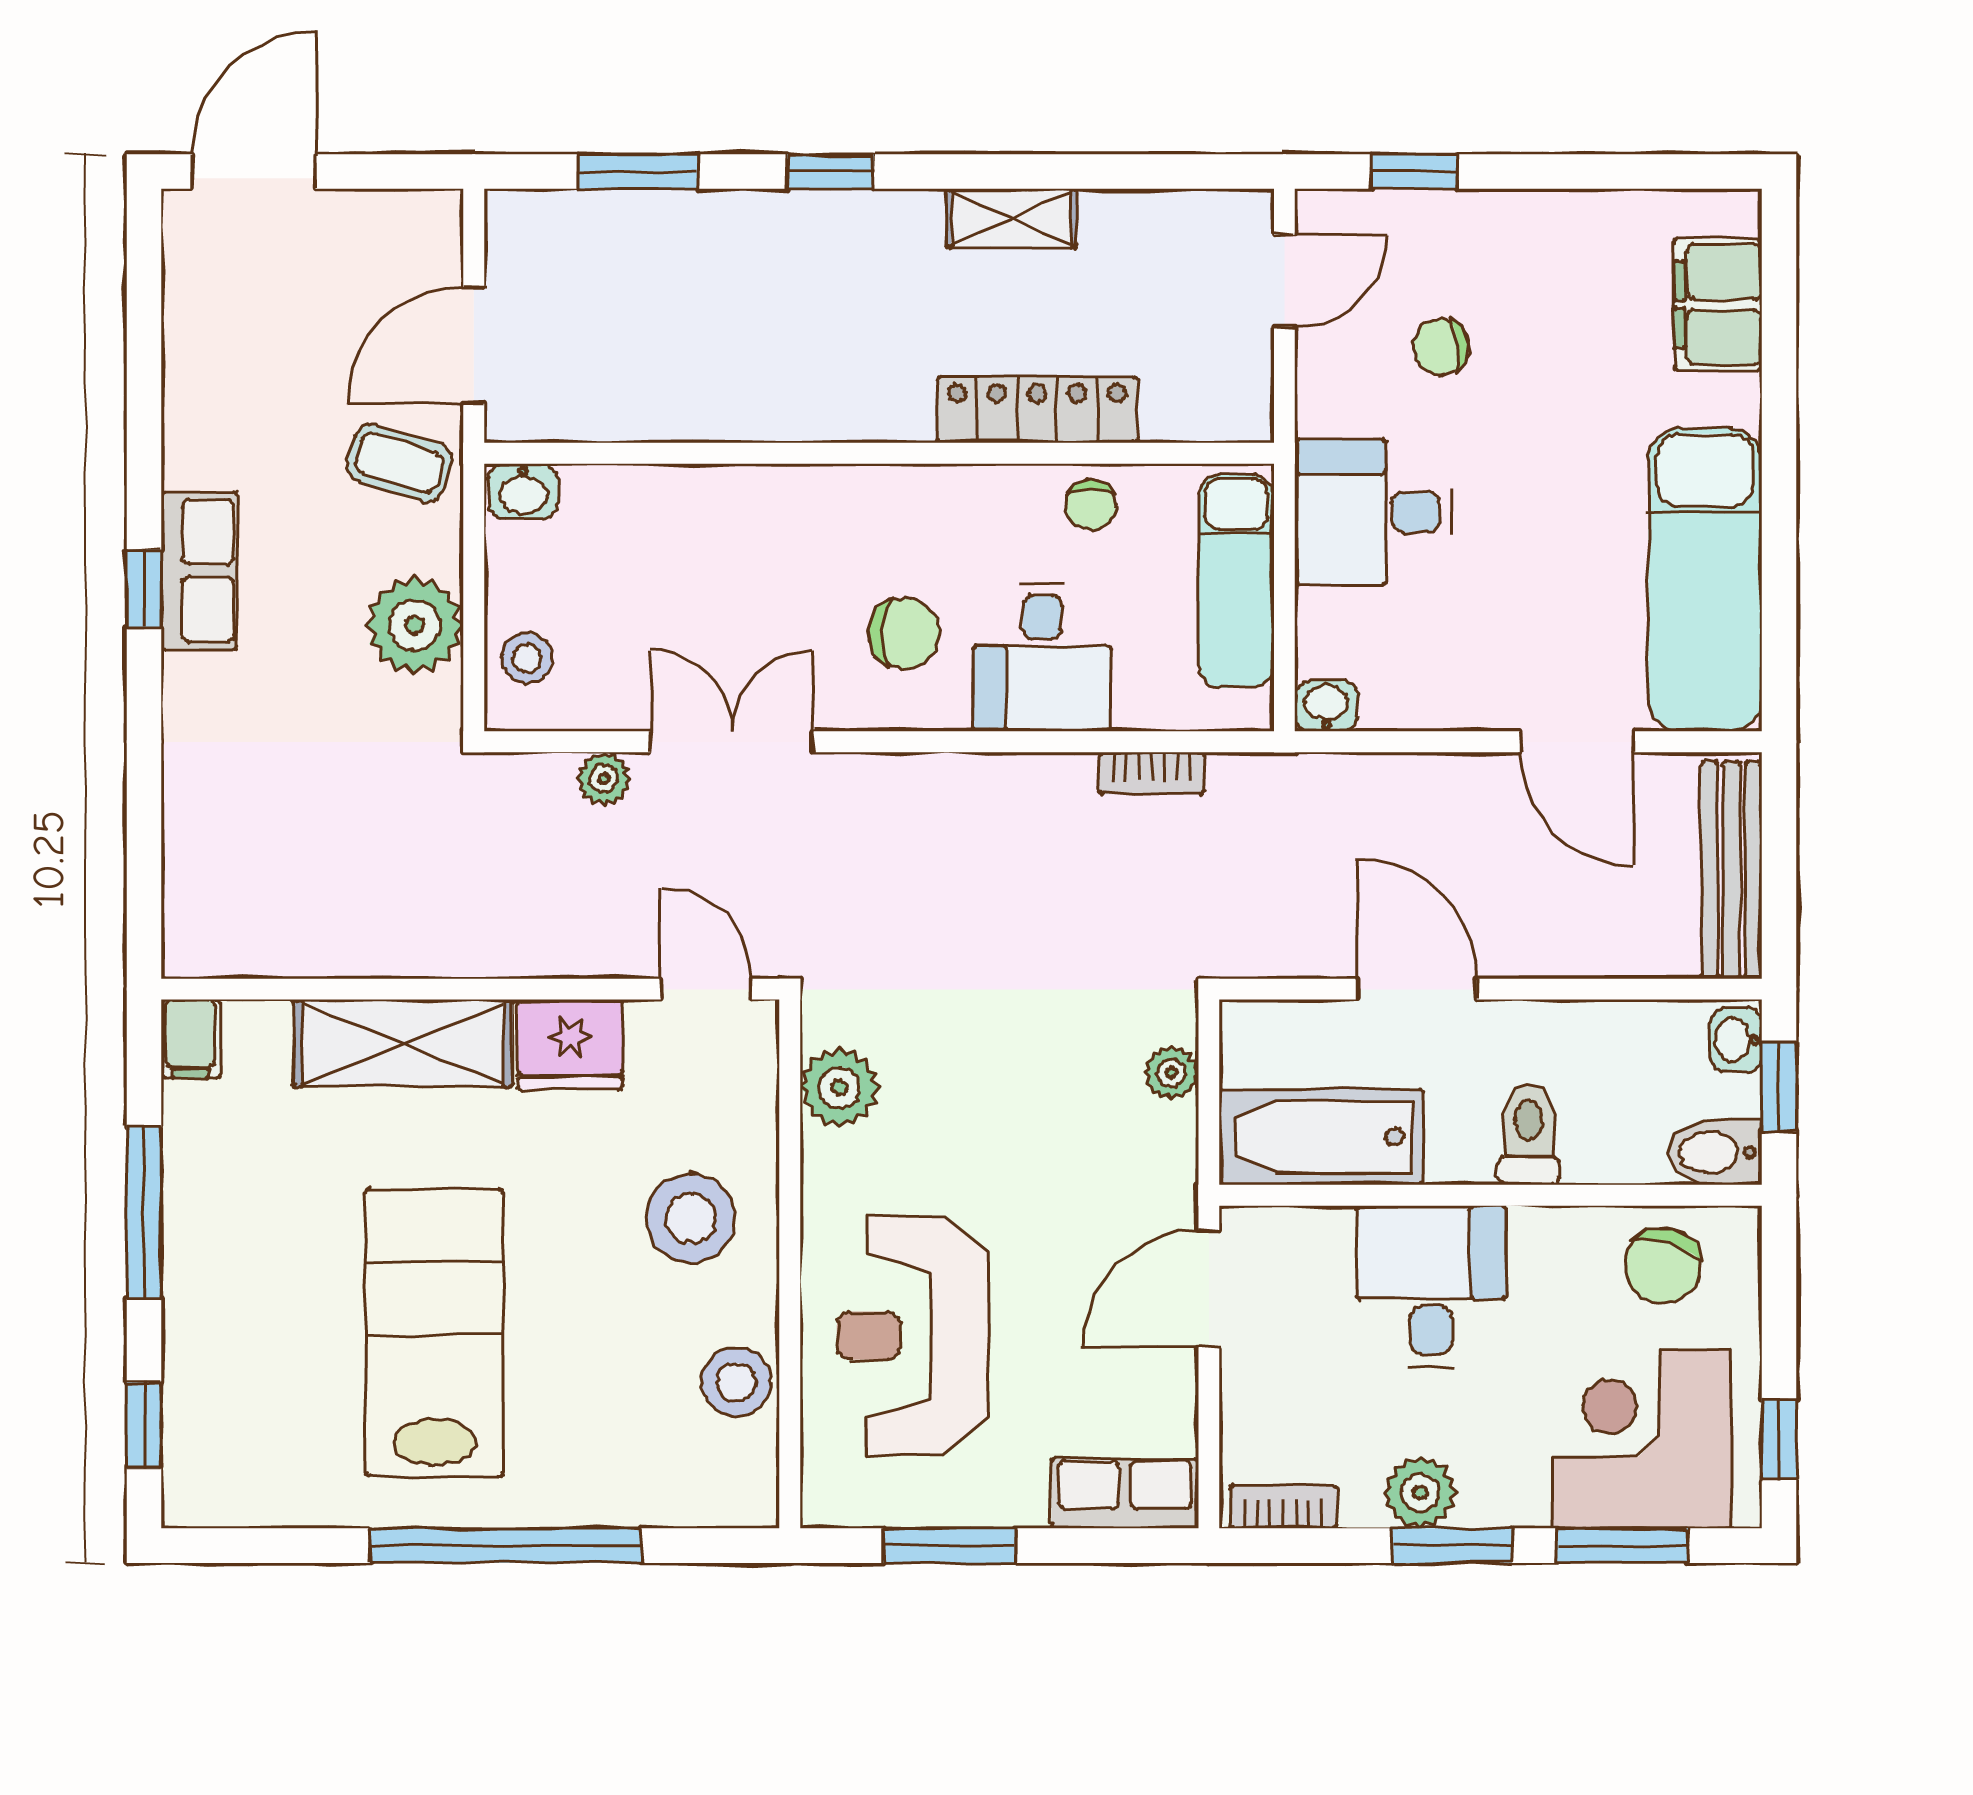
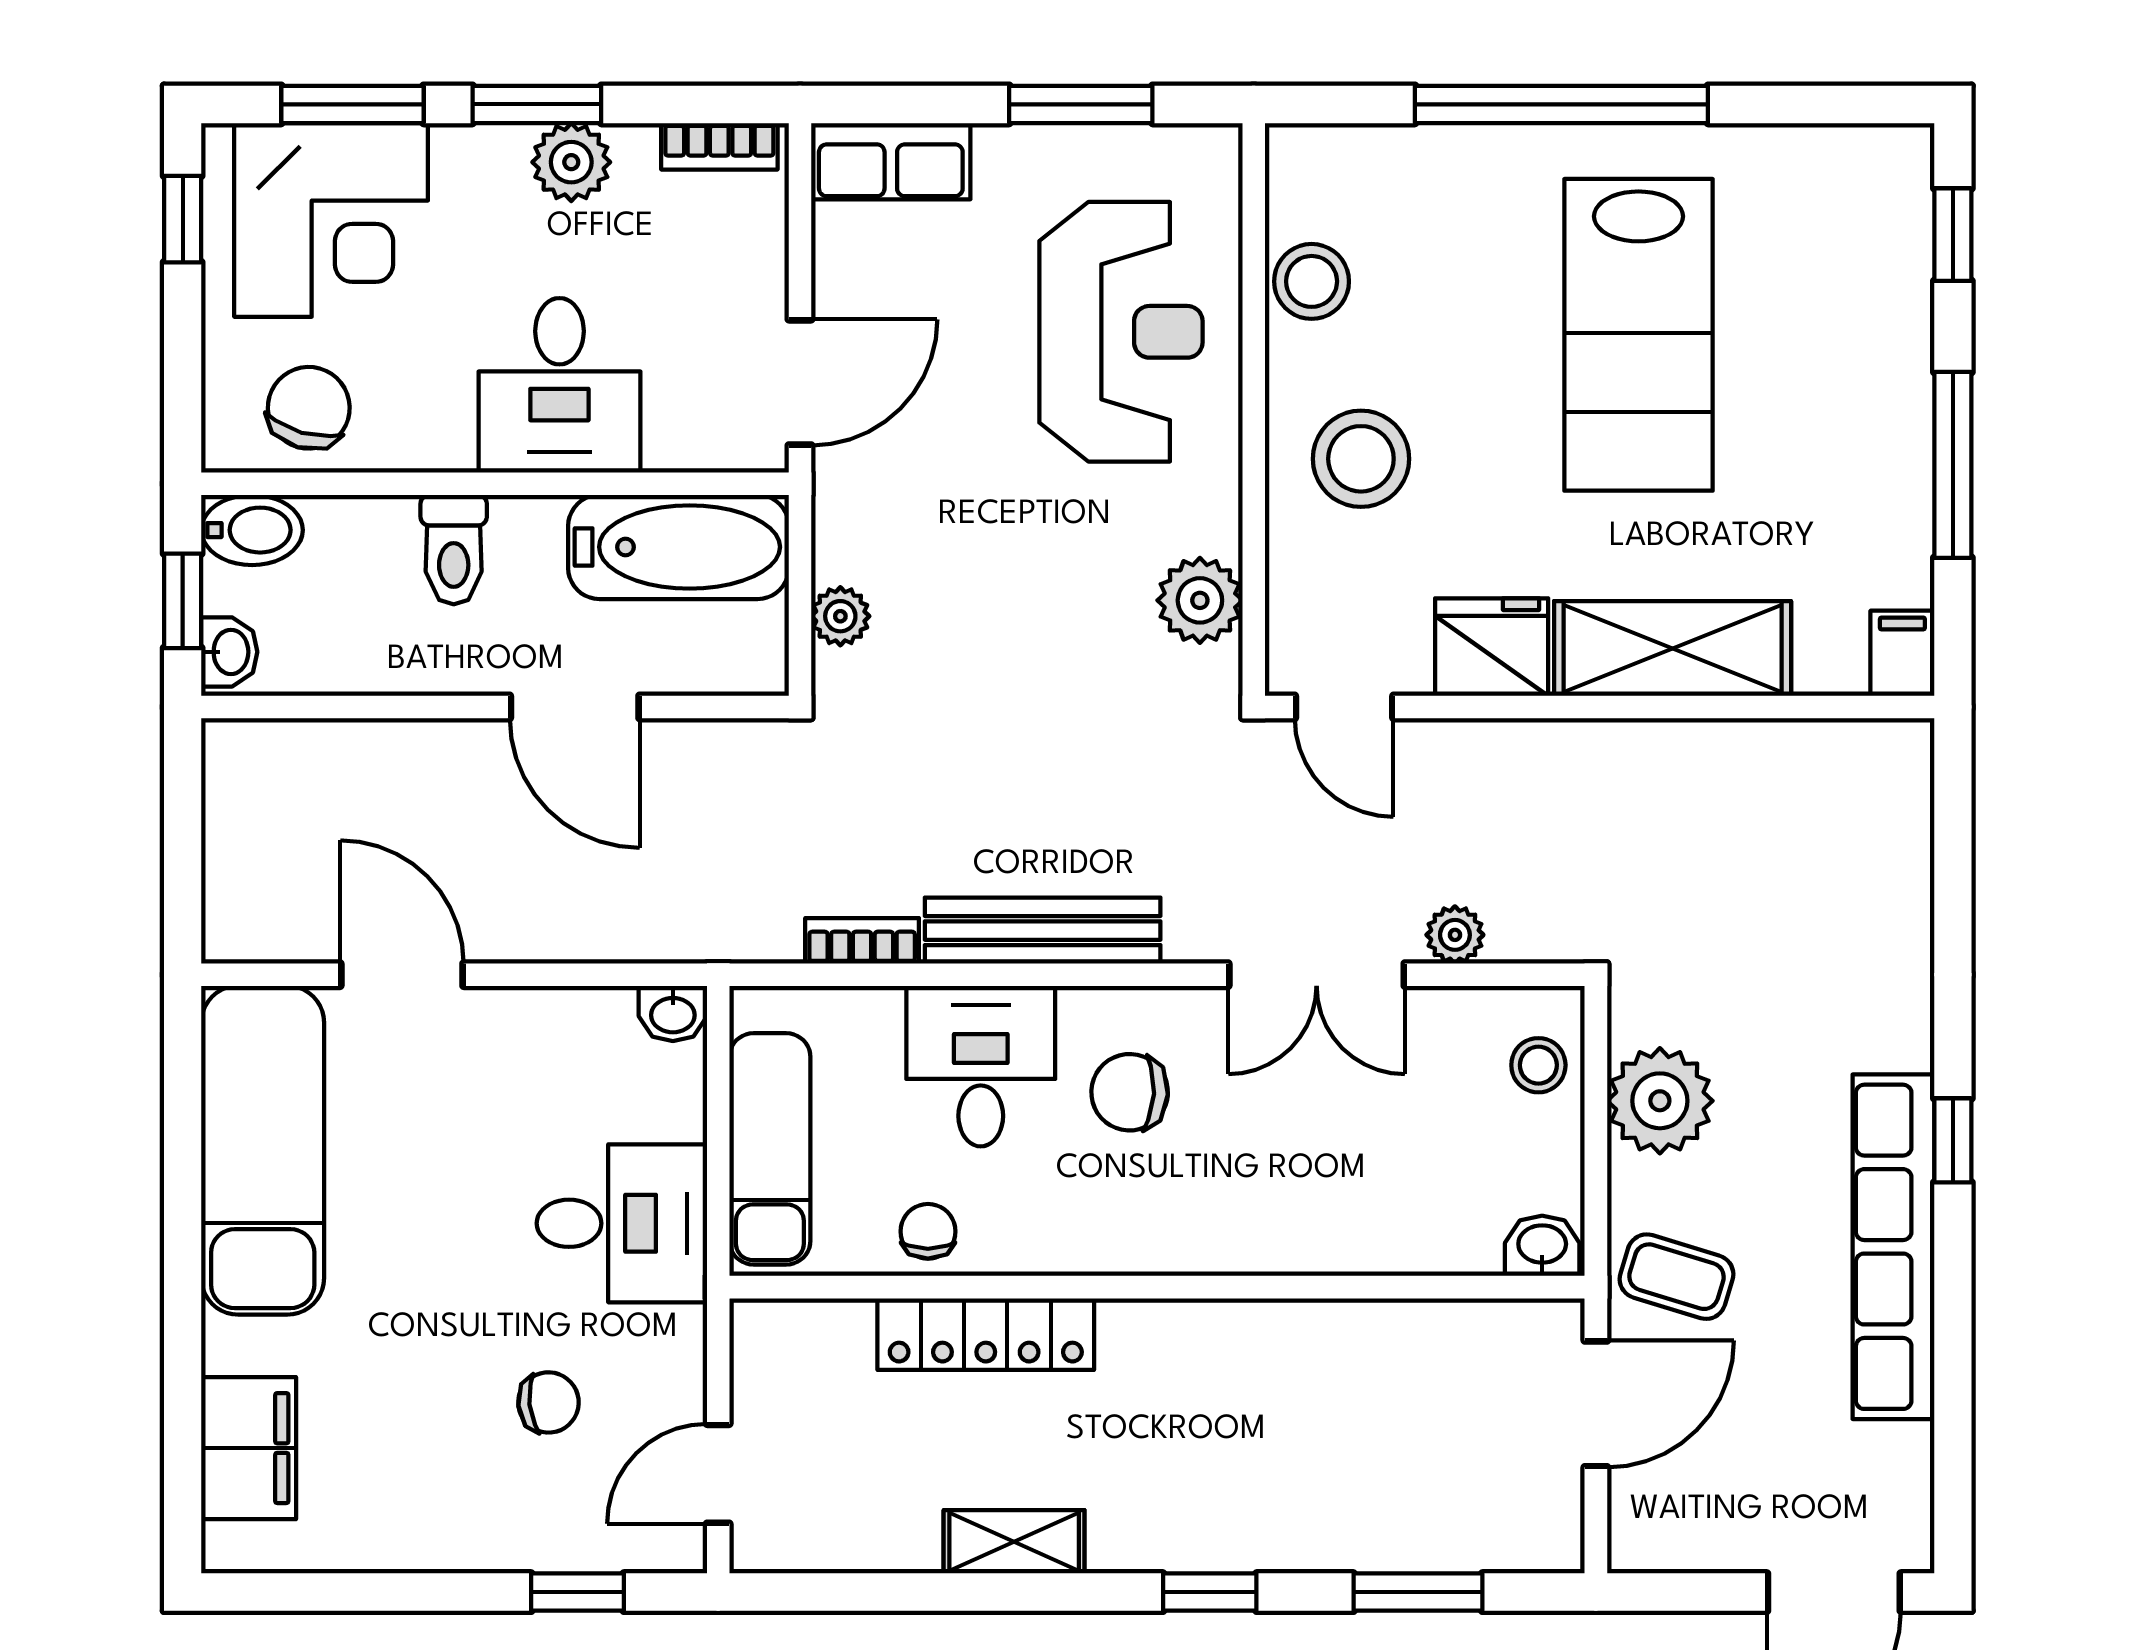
row of seats: (199, 571) -> (1893, 1247), width x2.02
bench: (1731, 870) -> (1043, 931), moved, turned 90

